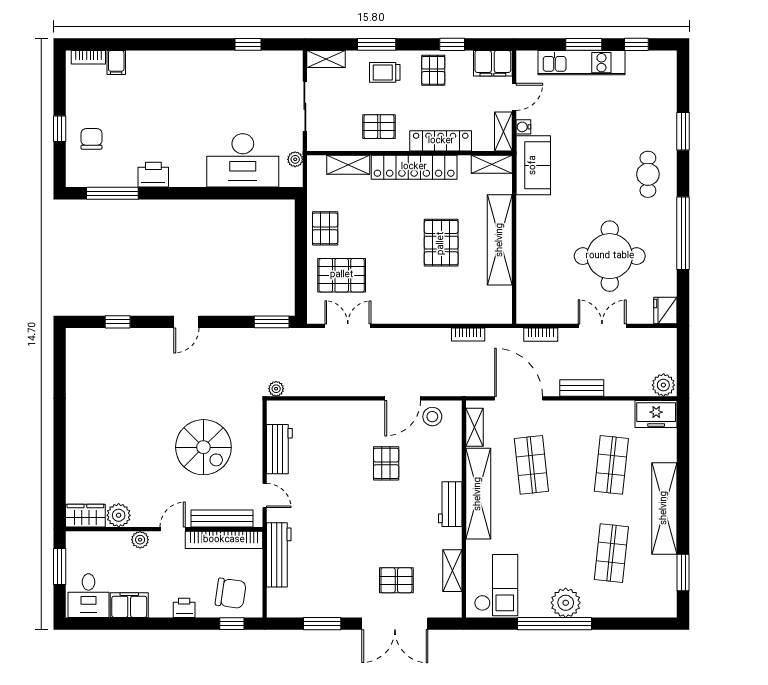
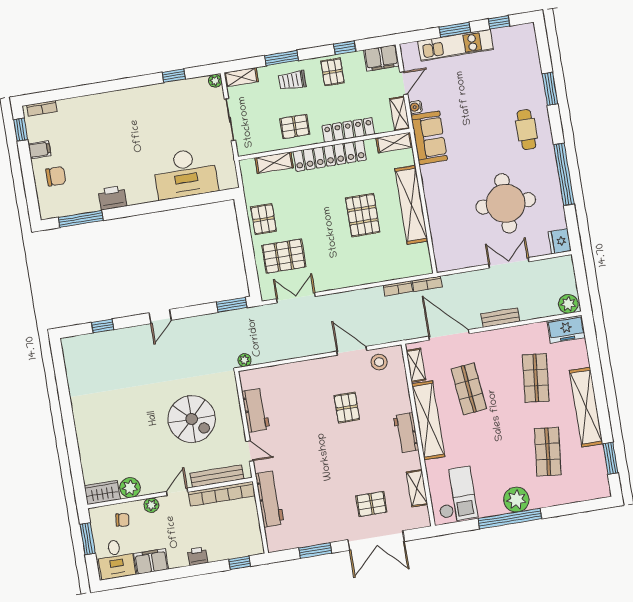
filing cabinet: (116, 63) -> (40, 150), moved, turned -90
window: (60, 129) -> (21, 130), moved
chair: (91, 139) -> (56, 176), turned 90
plant: (295, 159) -> (215, 81), moved
bookcase: (541, 335) -> (427, 284), moved
door: (403, 398) -> (352, 351), swing flipped
chair: (231, 593) -> (122, 520), moved, width x0.54, depth x0.54

